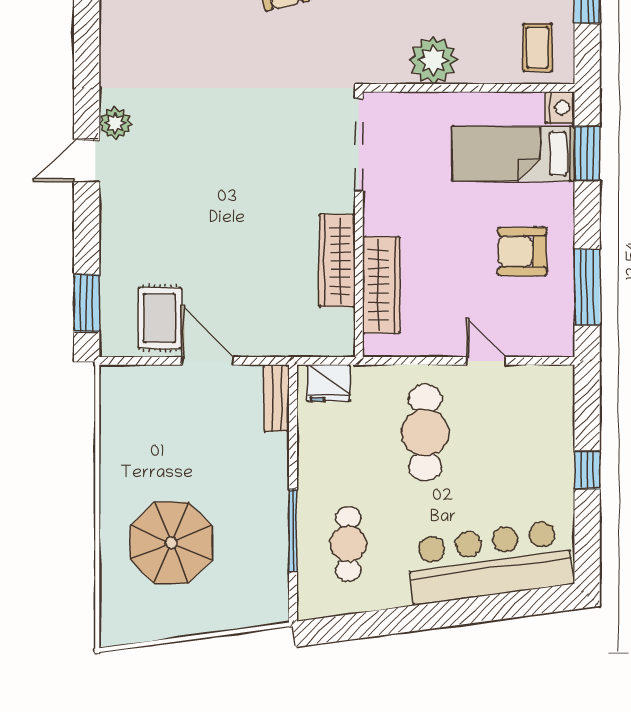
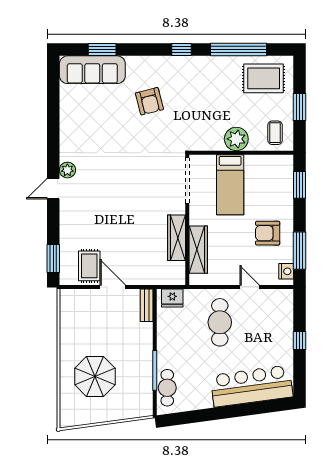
plant: (433, 60) -> (236, 139), moved
nightstand: (560, 108) -> (286, 271), moved
bed: (513, 154) -> (230, 185), moved, turned -90
cafe table: (348, 544) -> (167, 388), moved

